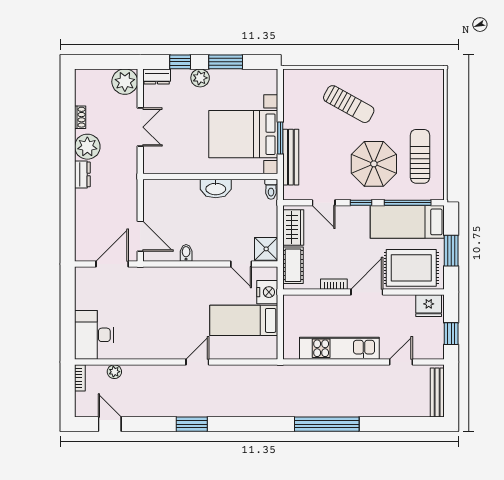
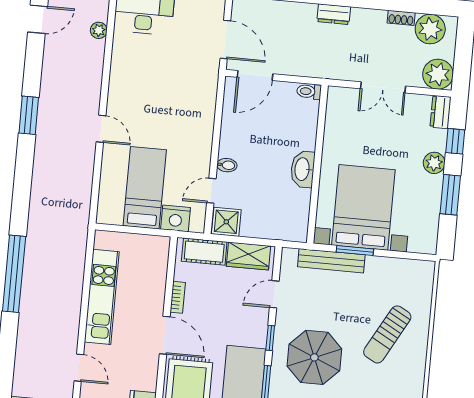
plant: (87, 147) -> (430, 29), moved
toilet: (271, 189) -> (309, 91), moved
bidet: (186, 253) -> (227, 165), moved

